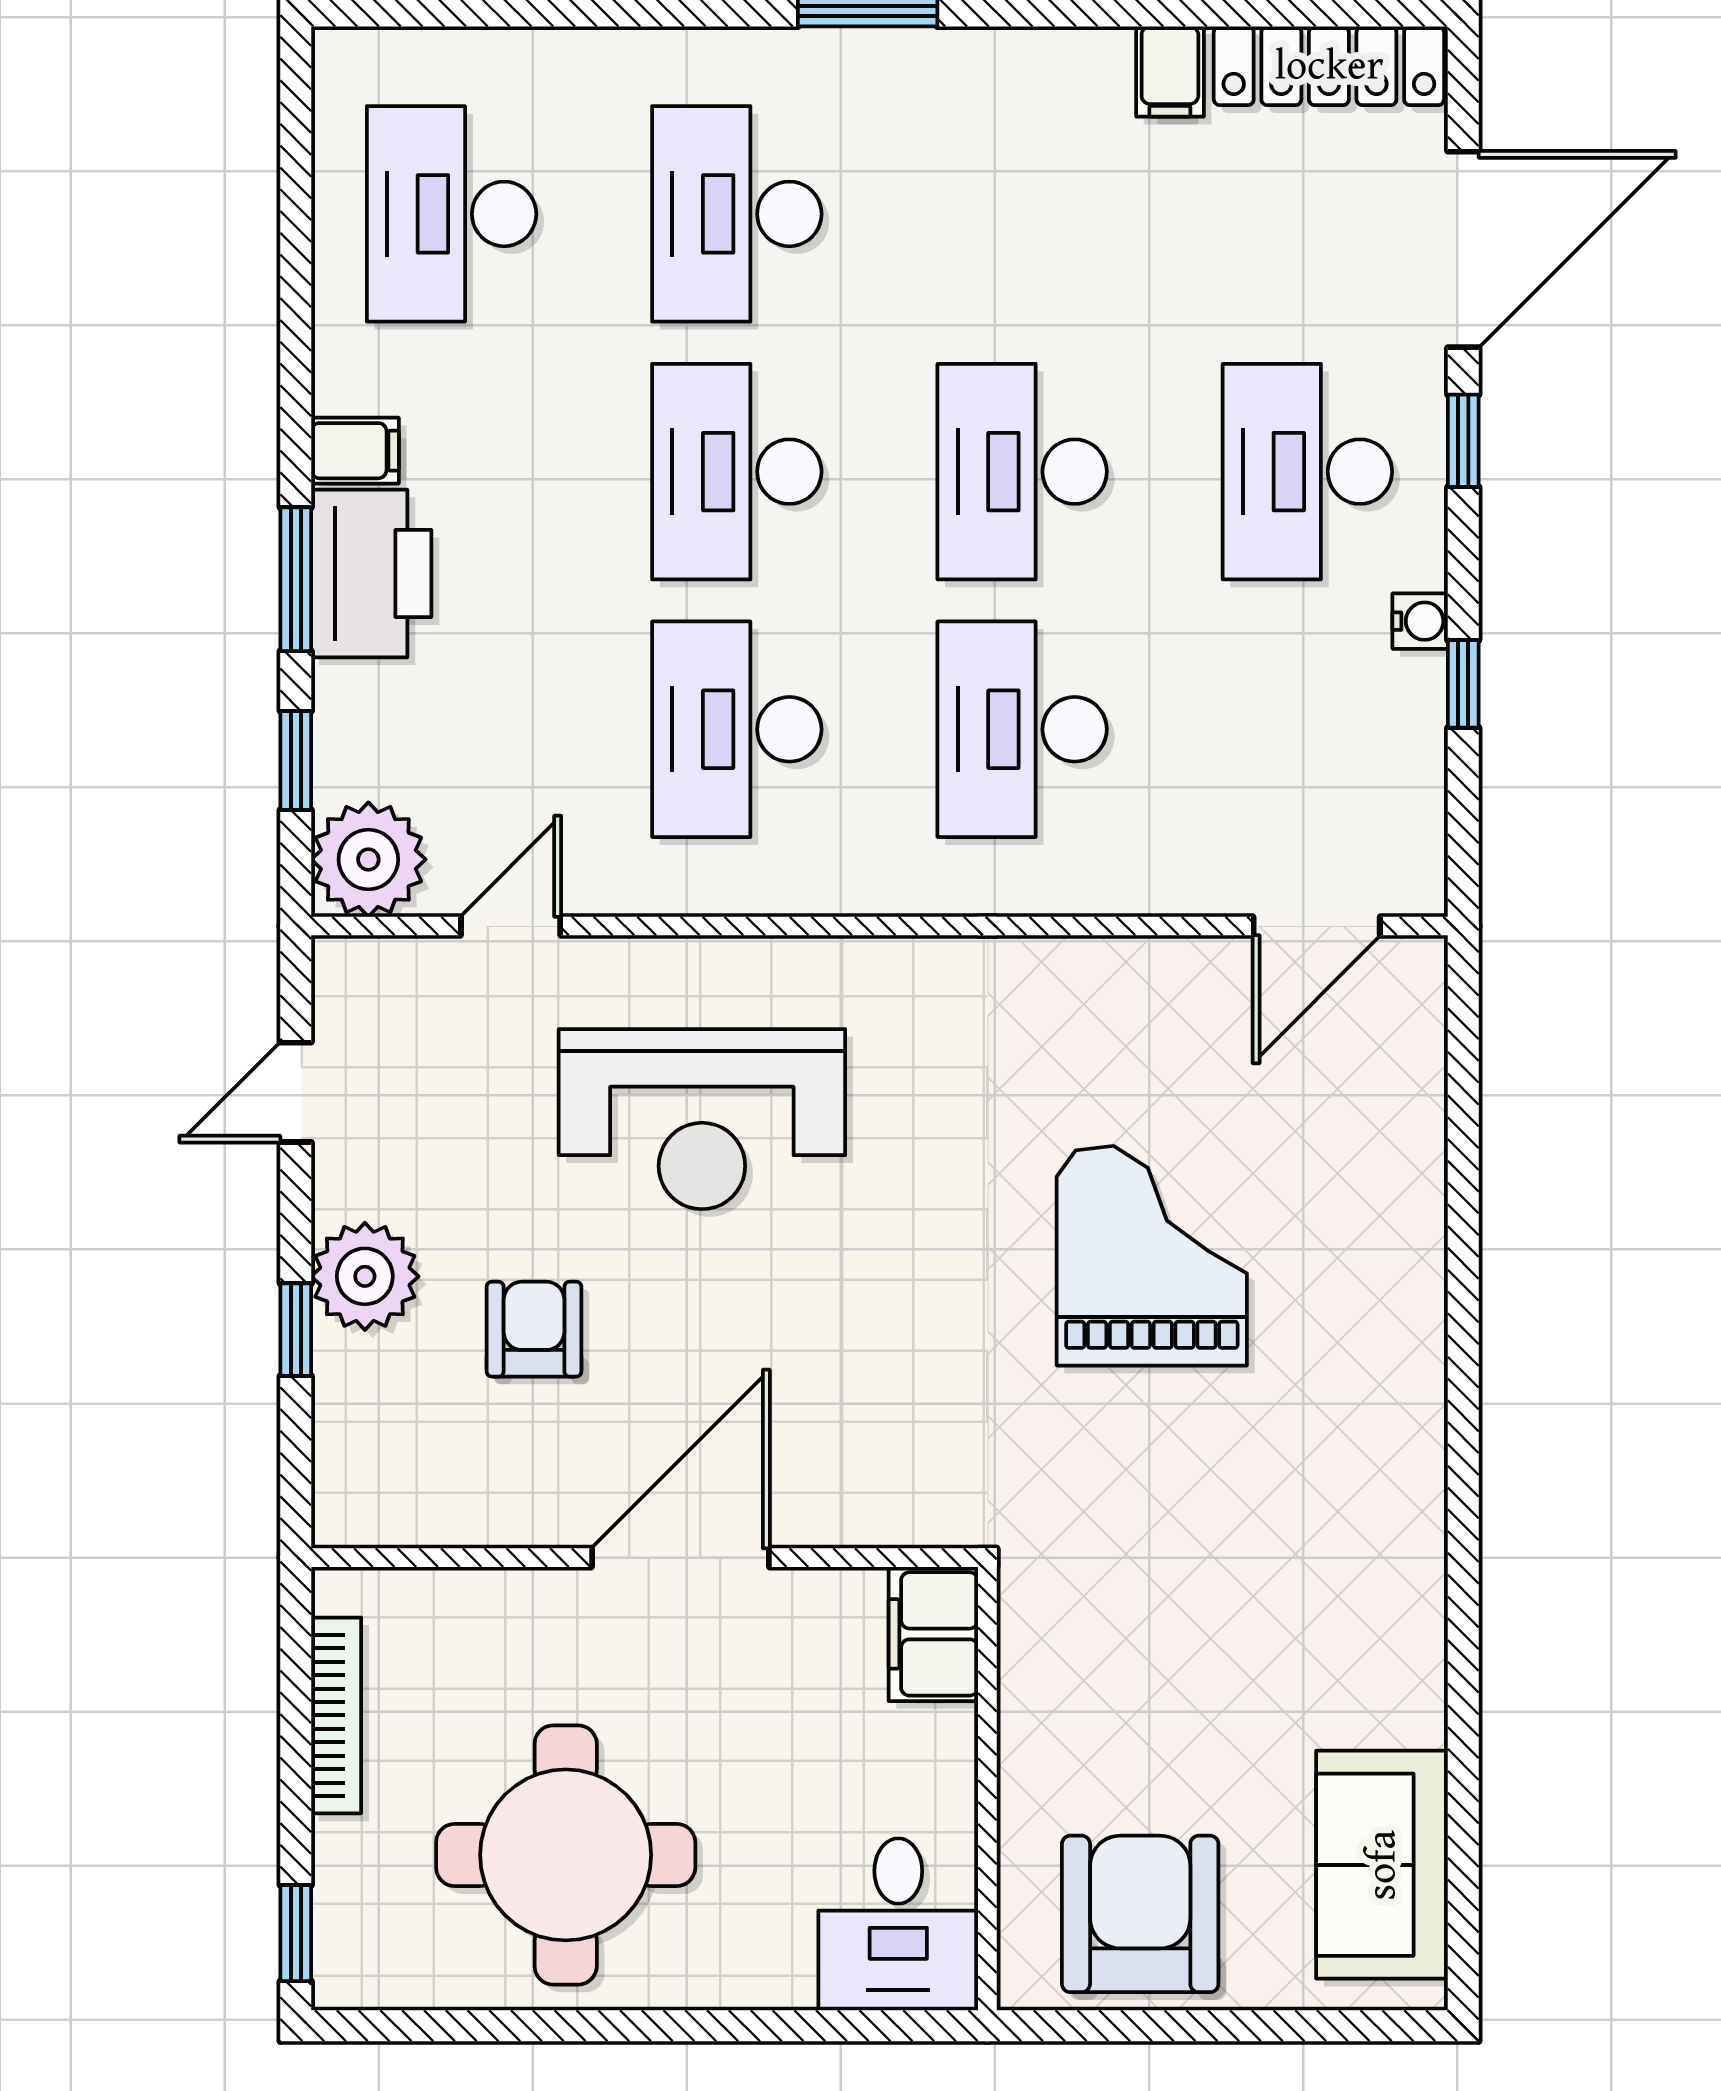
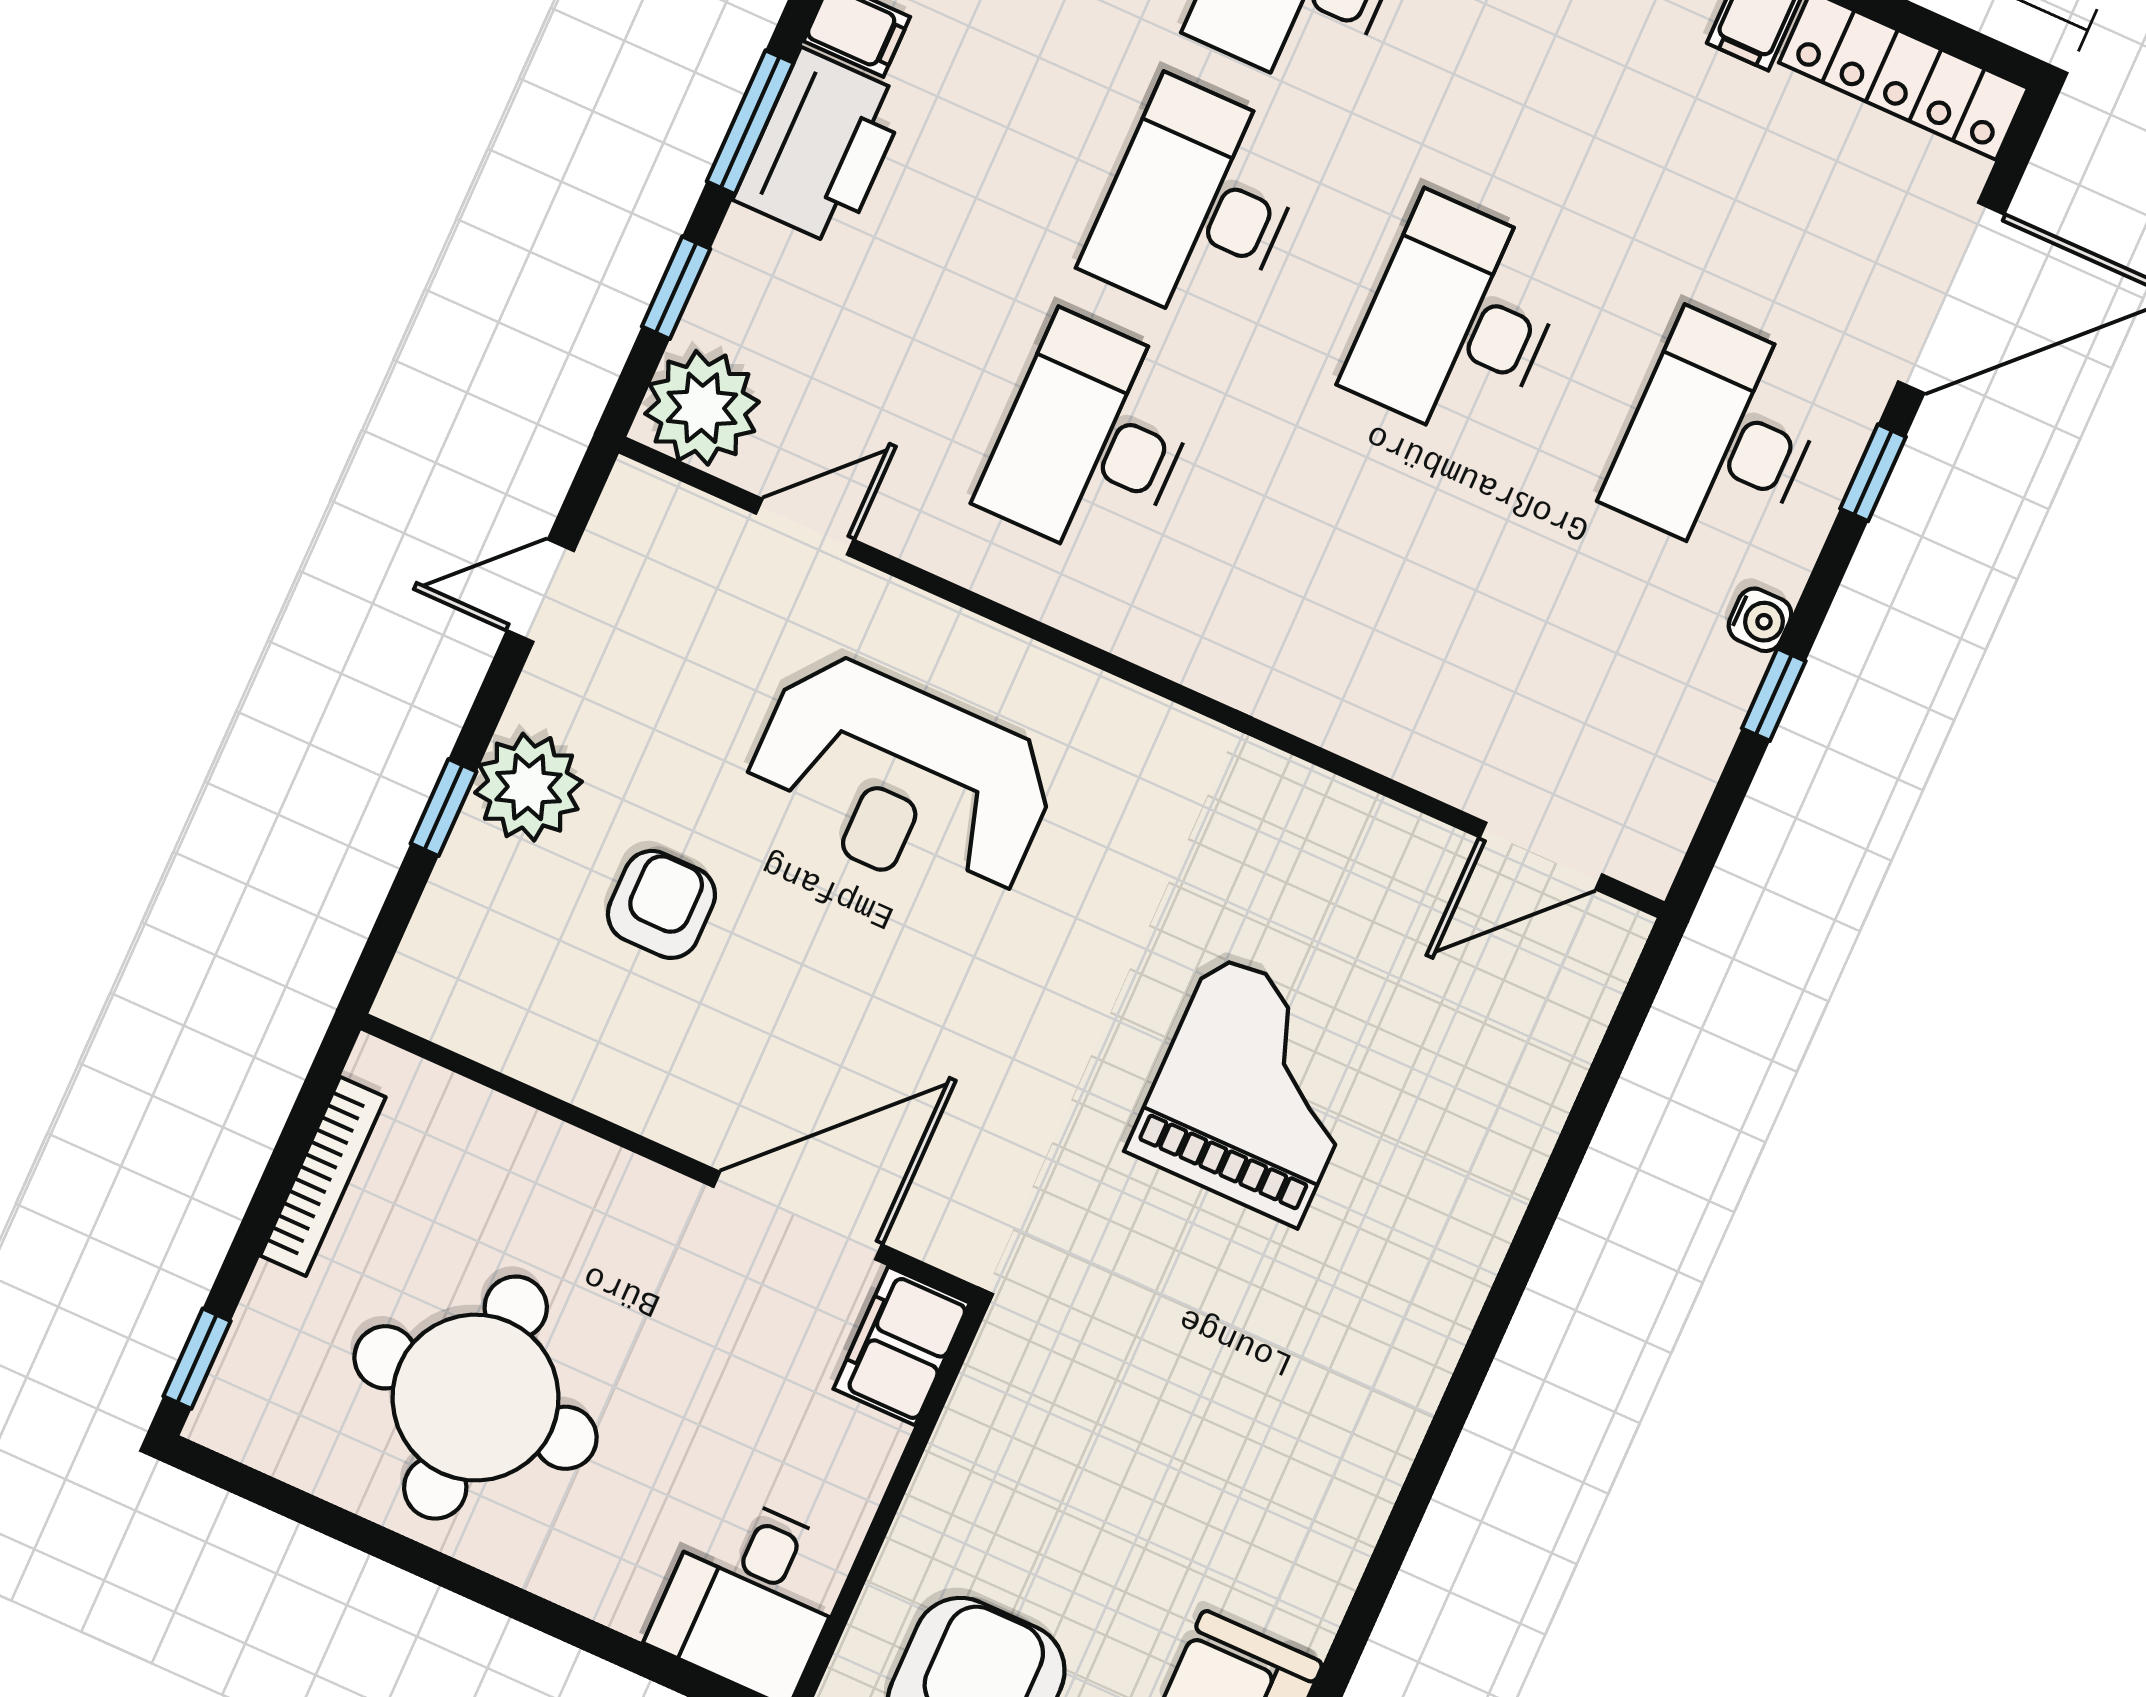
desk: (1022, 729) -> (1352, 556), removed
door: (680, 1558) -> (798, 1216), moved

